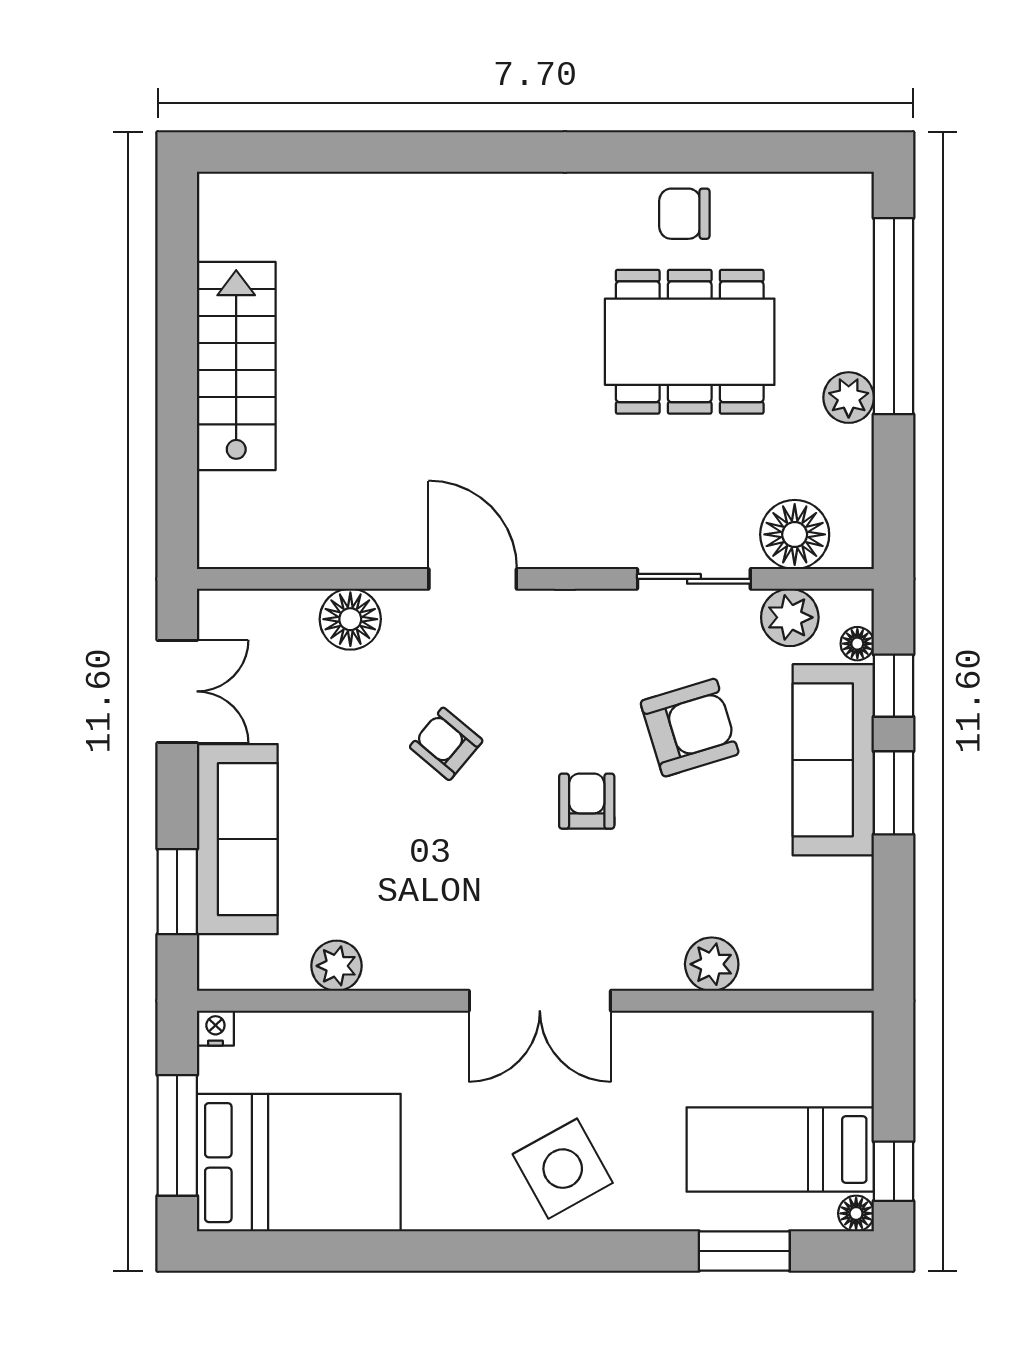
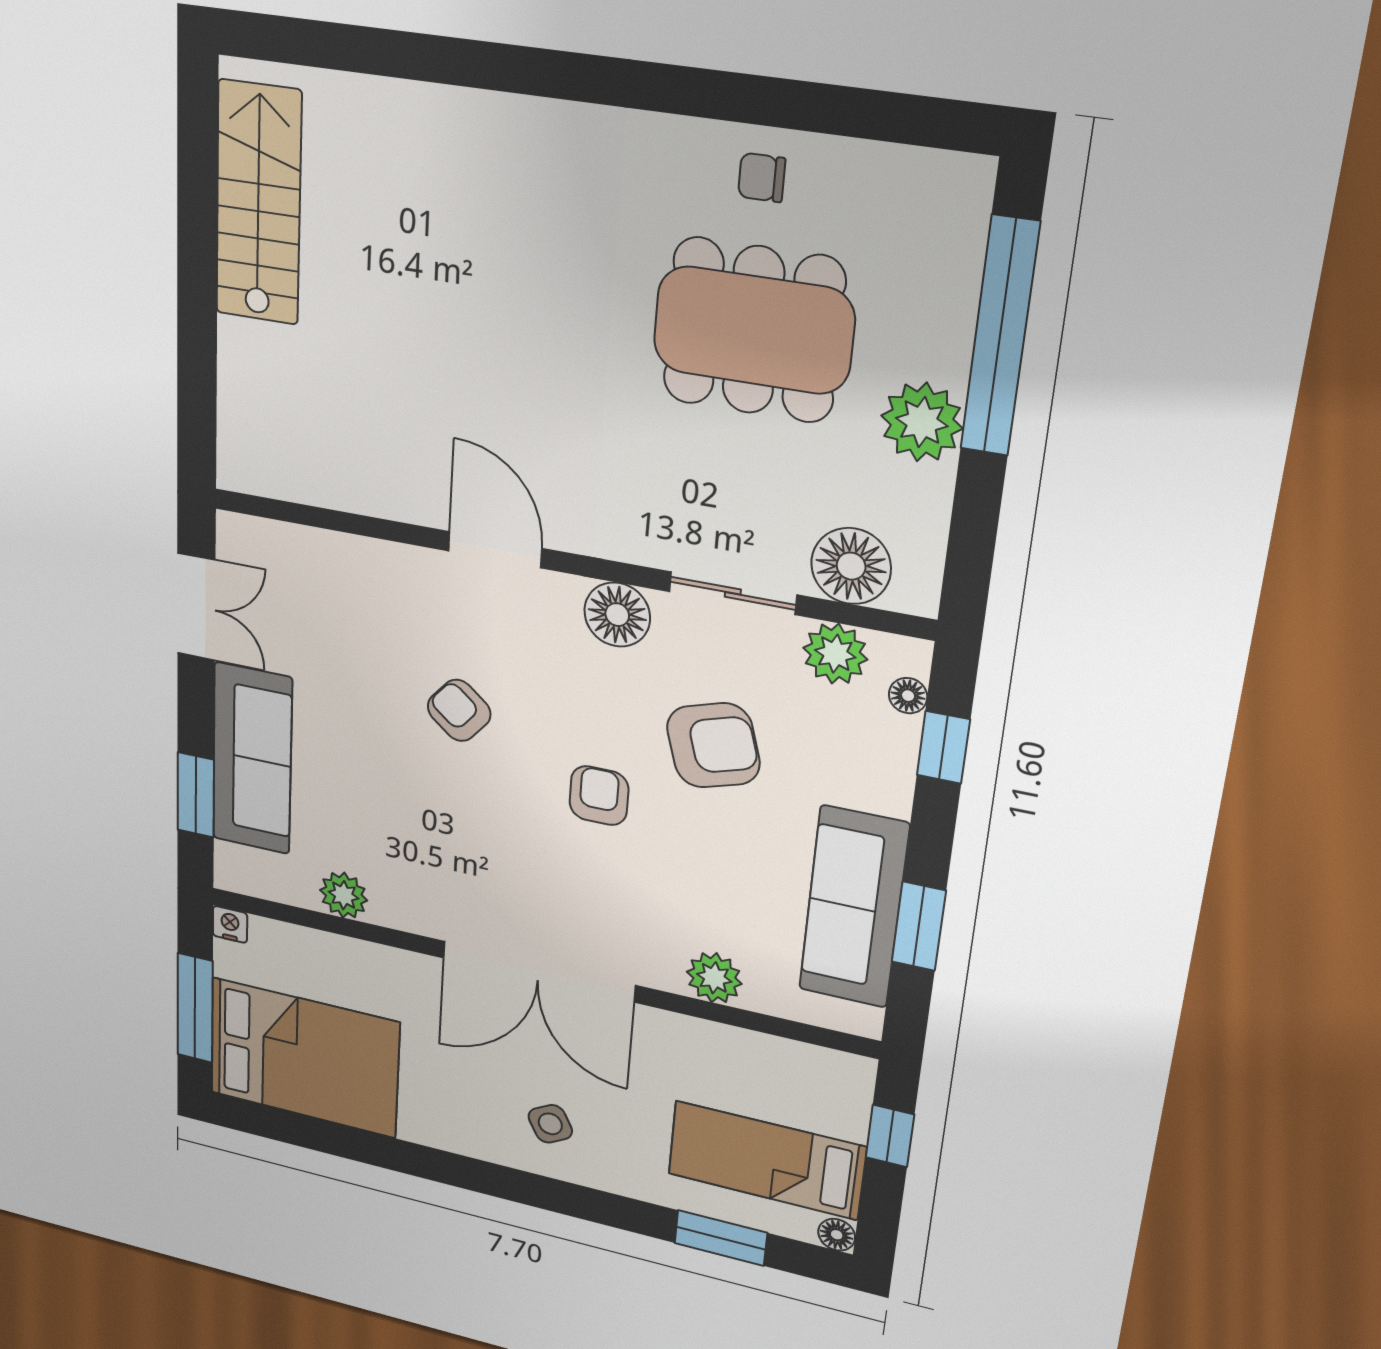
chair: (684, 214) -> (762, 177), width x0.73, depth x0.73
stairs: (236, 366) -> (258, 203), moved
plant: (849, 398) -> (922, 422), width x1.36, depth x1.36
floor lamp: (350, 619) -> (617, 615), moved
sofa: (833, 760) -> (854, 907), moved
window: (894, 793) -> (919, 926), moved
double door: (540, 1001) -> (538, 972), width x1.36
side table: (563, 1169) -> (550, 1124), width x0.54, depth x0.54
window: (894, 1171) -> (890, 1136), moved

